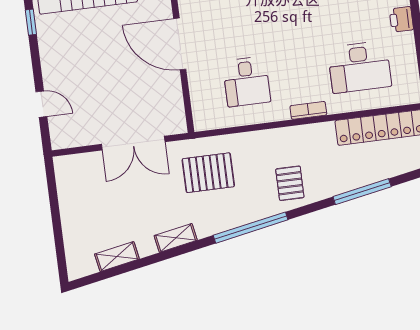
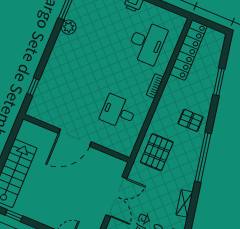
desk: (247, 81) -> (118, 112), turned 180
pallet: (208, 173) -> (157, 152), moved
window: (362, 192) -> (219, 82), width x0.69

